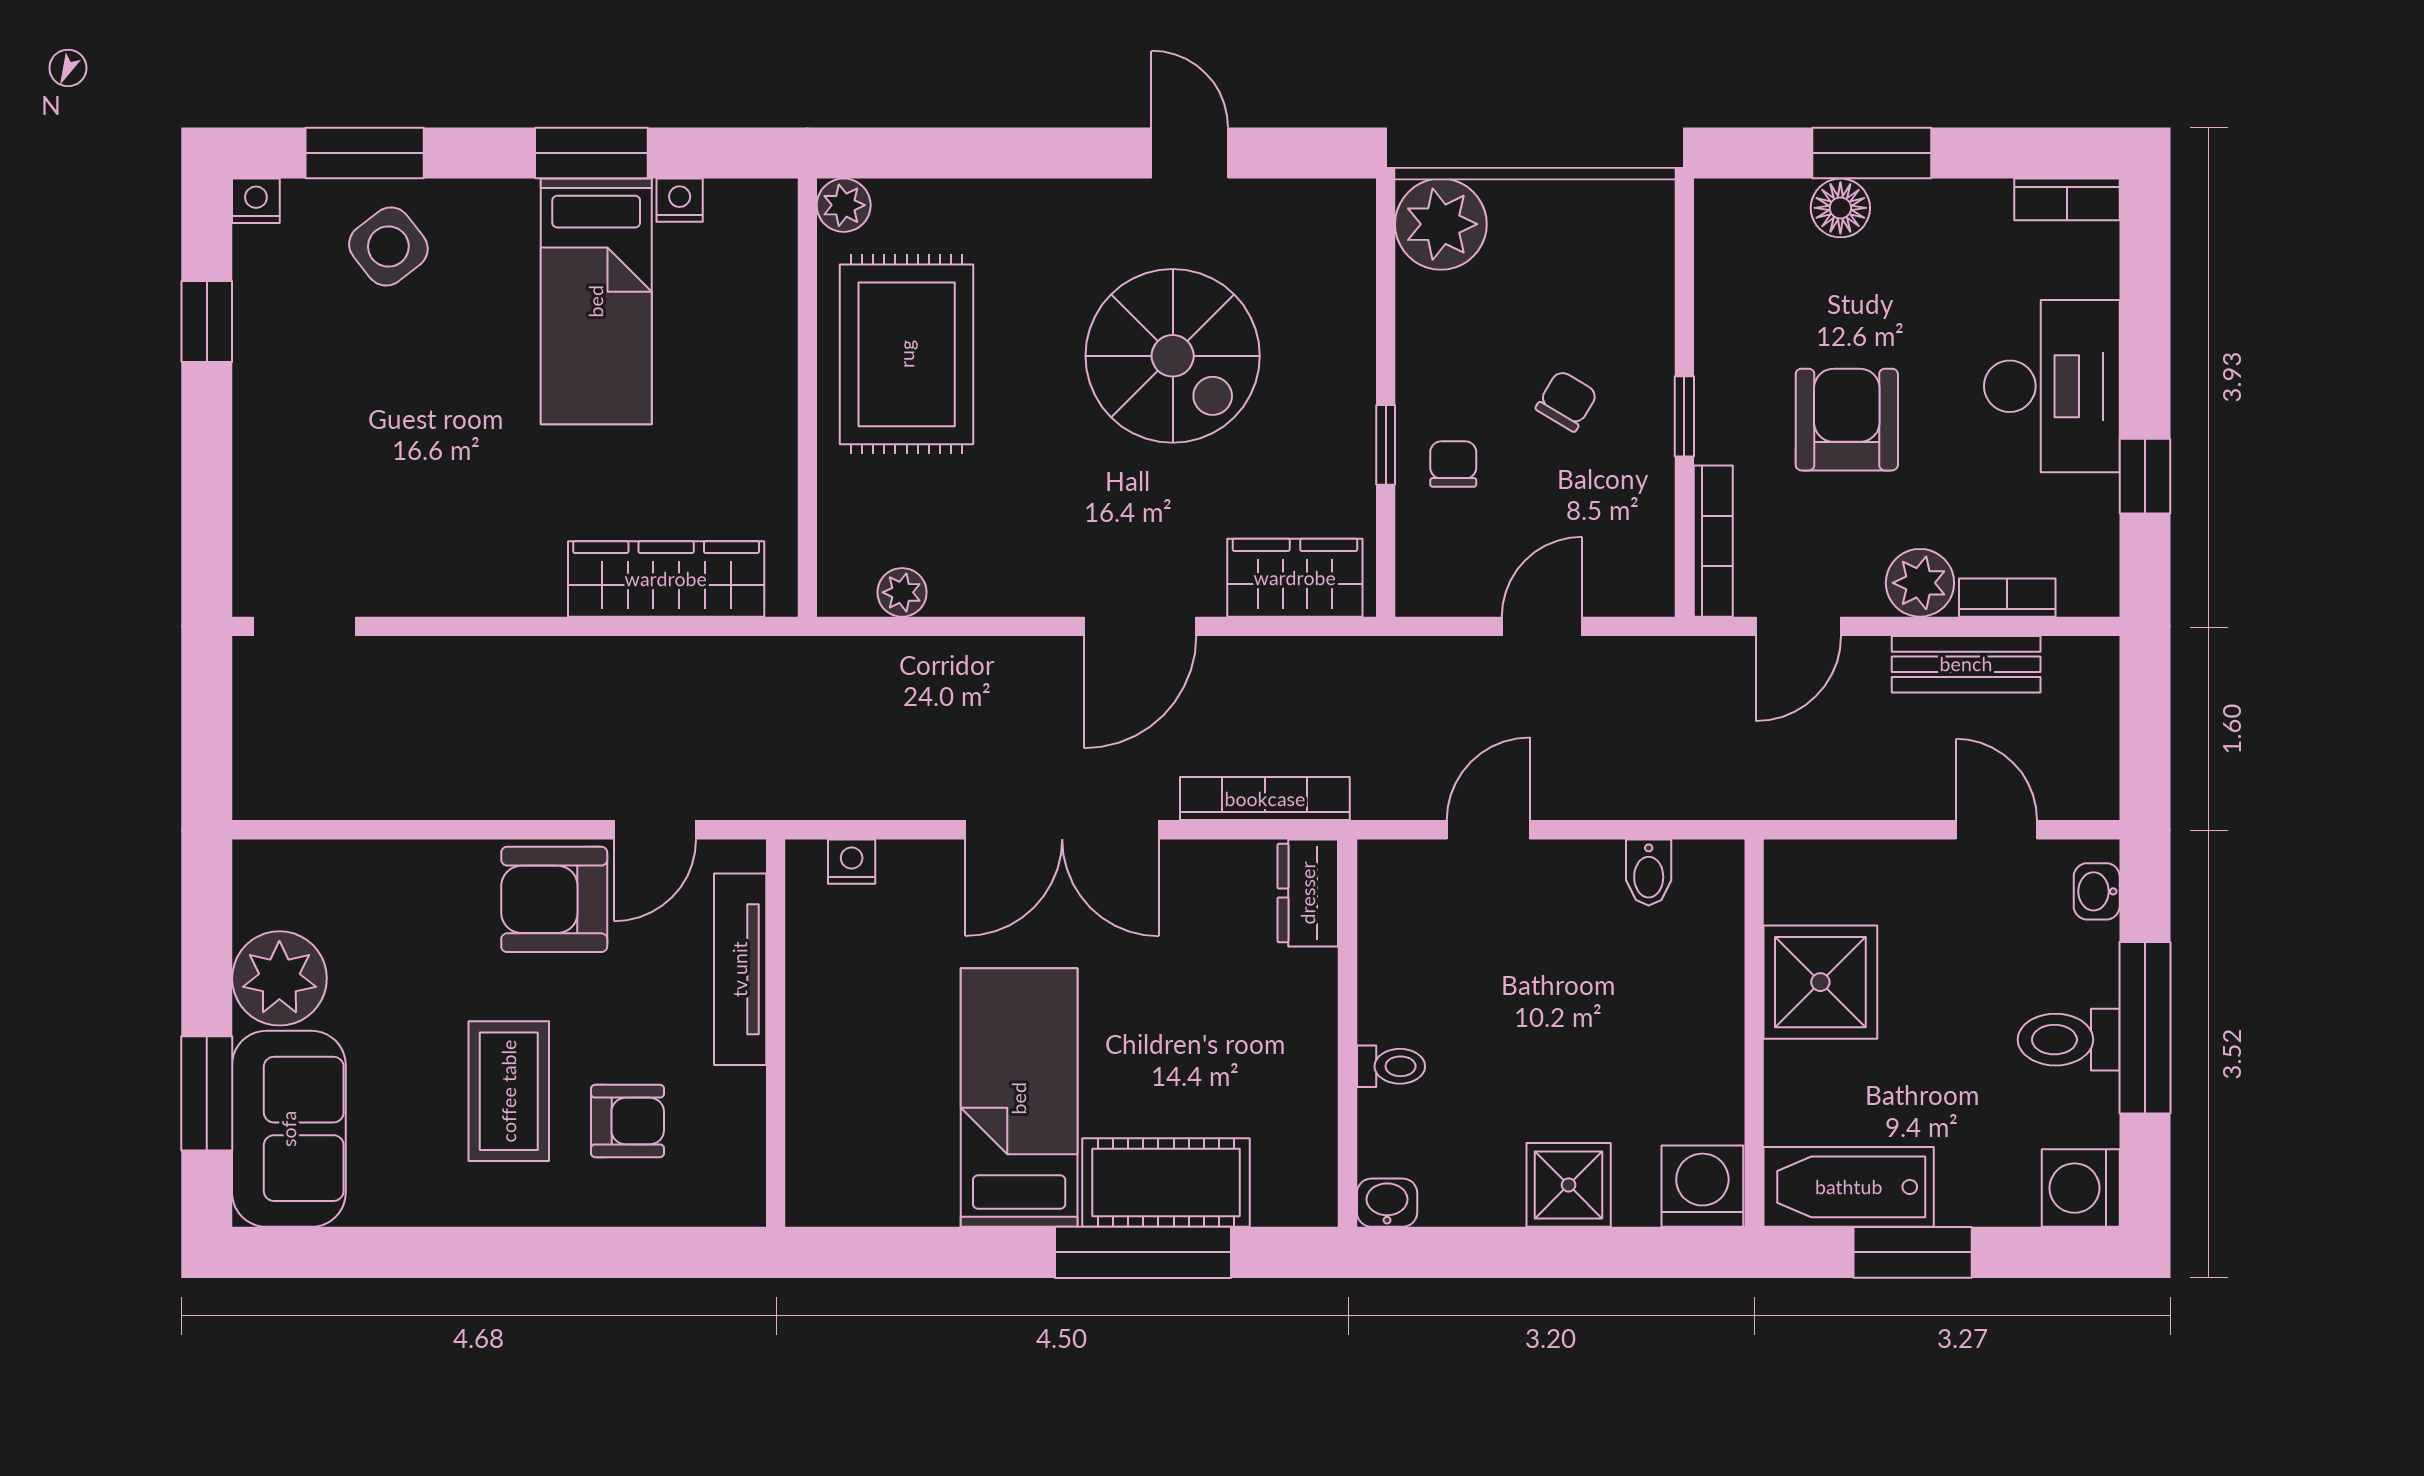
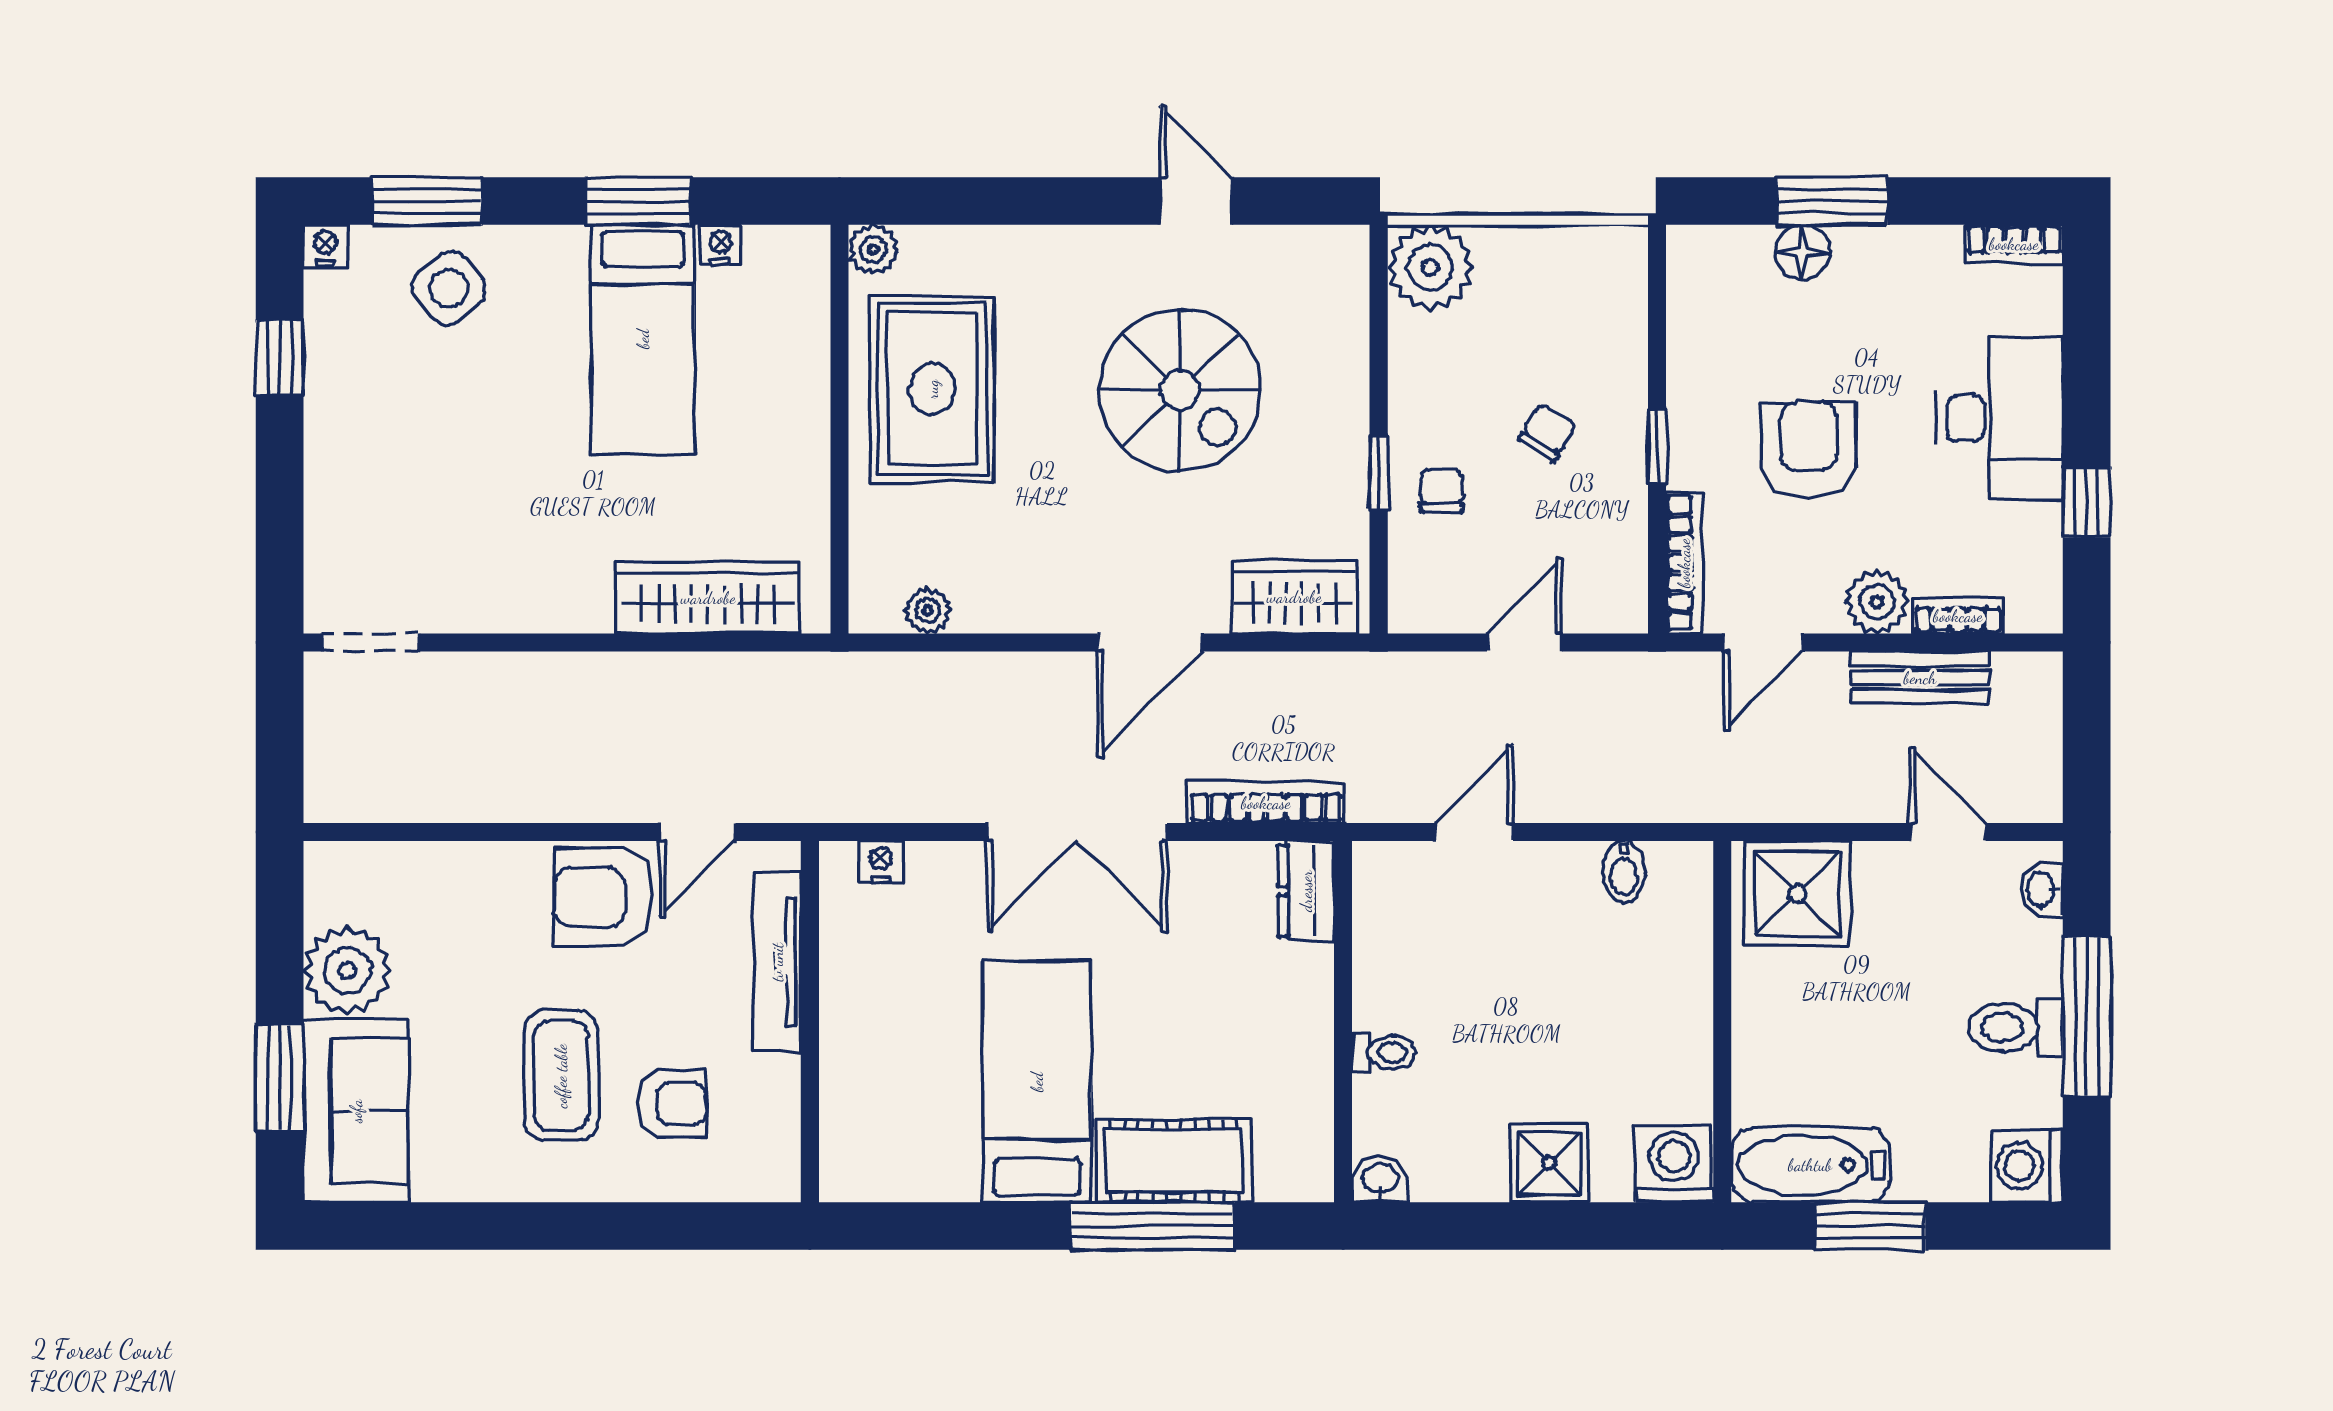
shower: (1820, 982) -> (1797, 894), moved

